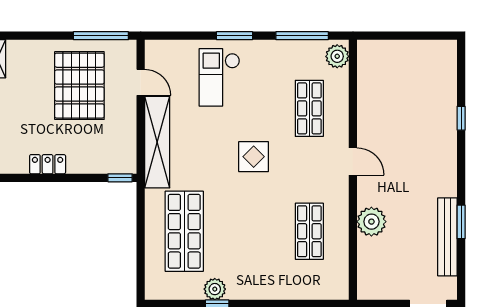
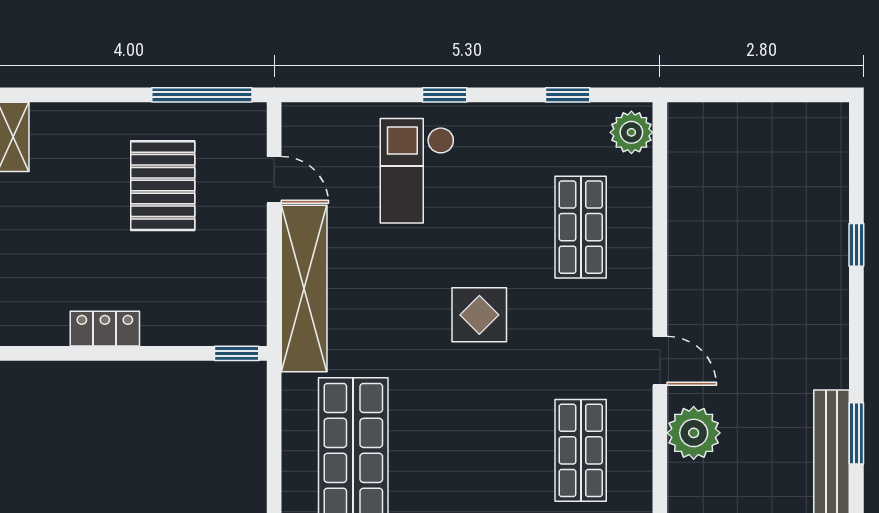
window: (234, 36) -> (445, 95), width x0.67
window: (302, 36) -> (568, 95), width x0.46
pallet: (79, 86) -> (163, 186), width x0.73, depth x0.71
door: (353, 161) -> (660, 361), moved

